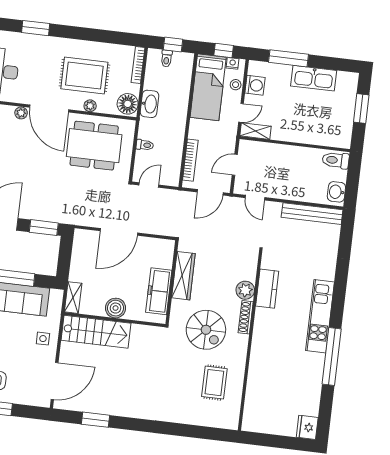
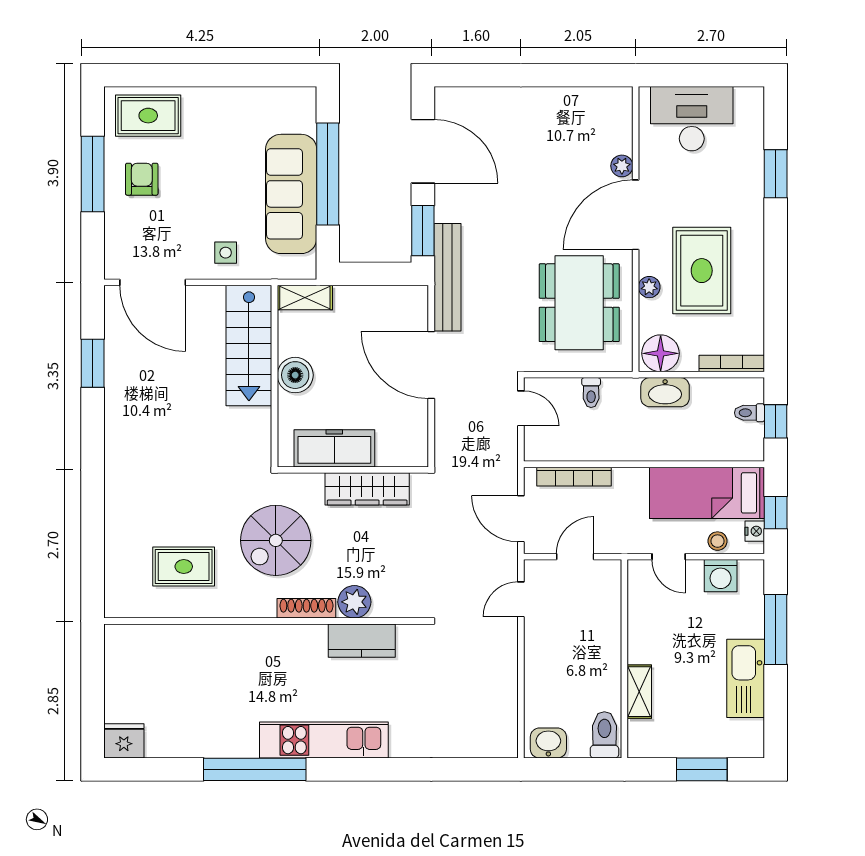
shelving: (255, 131) -> (639, 692), moved
door: (235, 165) -> (575, 557), hinge flipped
bench: (312, 214) -> (448, 277), moved

